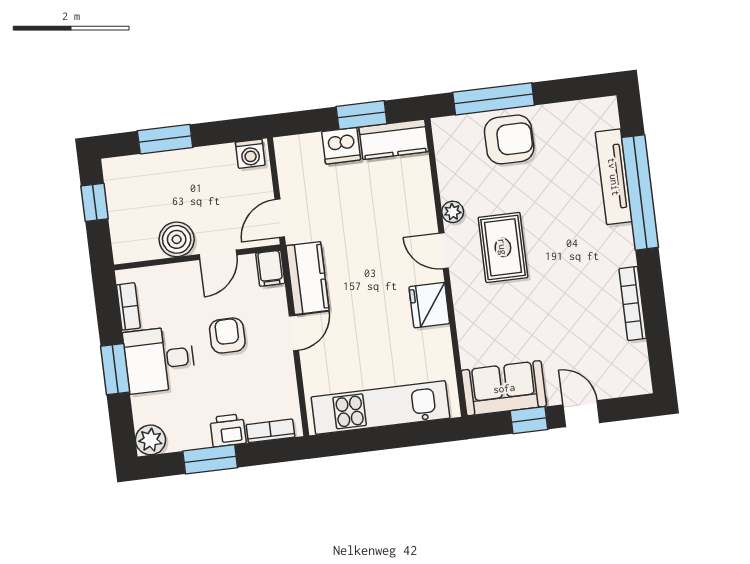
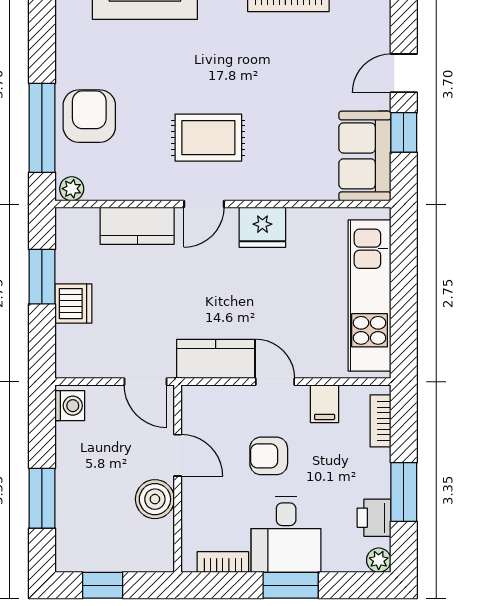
kitchen counter: (394, 139) -> (137, 226), moved, turned 90
plant: (453, 212) -> (72, 189), moved
filing cabinet: (270, 268) -> (325, 404), moved, turned 90
printer: (228, 430) -> (374, 518), moved
plant: (150, 440) -> (379, 560), width x0.73, depth x0.73

